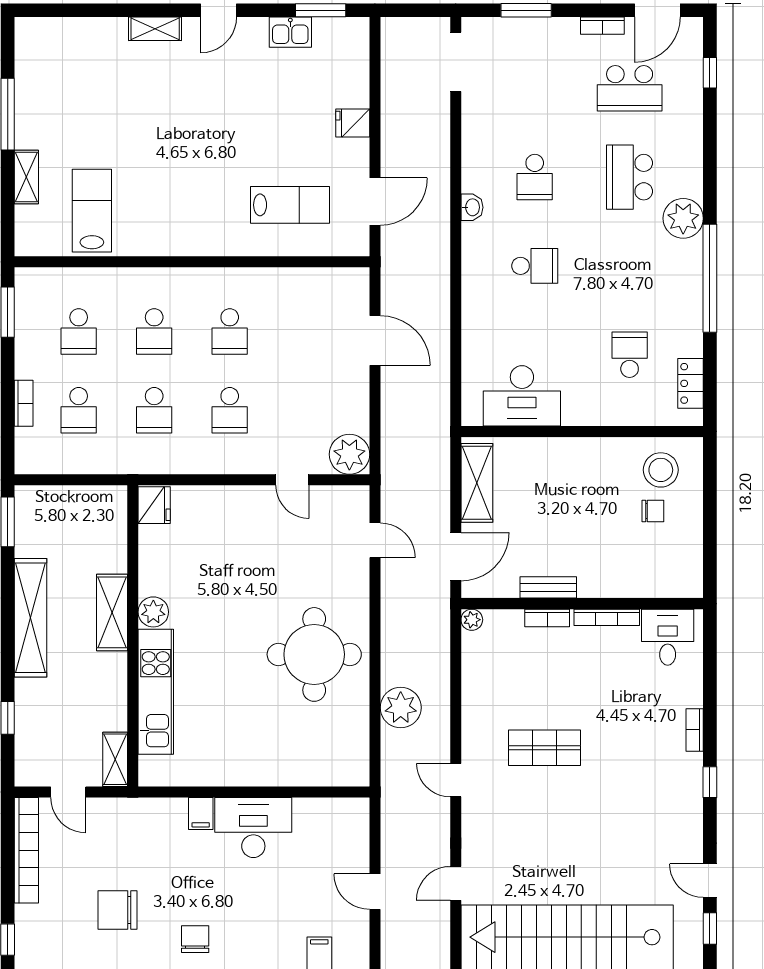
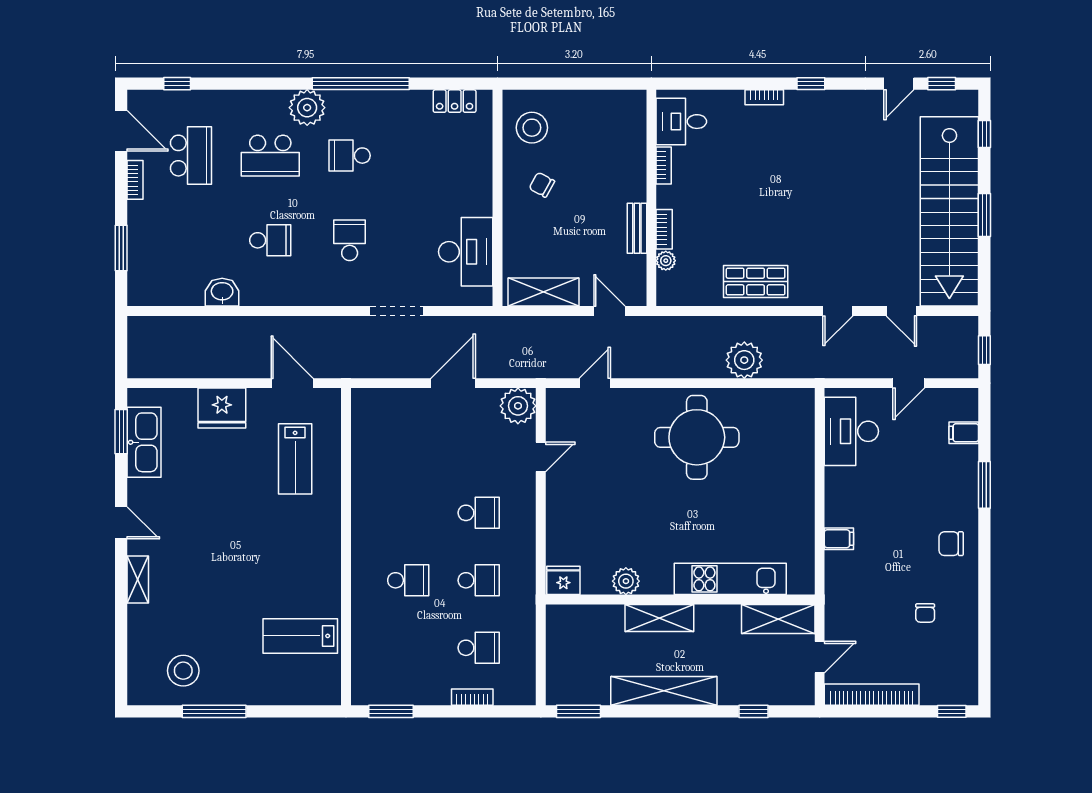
kitchen sink: (290, 32) -> (144, 442), width x1.88, depth x1.24
doorway: (456, 62) -> (396, 311), moved
stool: (53, 80) -> (183, 671), added
fridge: (353, 123) -> (222, 408), width x1.88, depth x1.34
shelving: (26, 177) -> (270, 694), removed
lab bench: (290, 205) -> (295, 459), turned 180
washbasin: (472, 207) -> (222, 292), moved, width x1.38, depth x1.45
school desk: (79, 331) -> (408, 648), removed
school desk: (230, 331) -> (408, 513), removed
door: (375, 340) -> (453, 383), moved
school desk: (630, 355) -> (350, 156), moved
chair: (653, 511) -> (542, 185), moved, turned -61
door: (456, 557) -> (609, 311), width x0.73
plant: (153, 612) -> (626, 581), moved
bookcase: (607, 617) -> (664, 165), width x0.64
plant: (472, 620) -> (666, 261), moved
shop shelf: (544, 748) -> (756, 282), moved, turned 90
shelving: (115, 759) -> (778, 619), width x1.50, depth x1.33
door: (456, 780) -> (838, 311), moved
desk: (253, 828) -> (851, 431), moved
chair: (118, 910) -> (925, 613), width x0.54, depth x0.54

